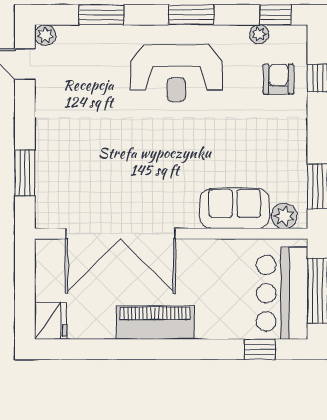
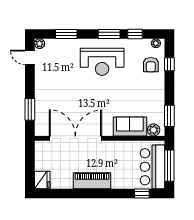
window: (275, 15) -> (135, 34), moved
plant: (259, 34) -> (156, 43), moved
armchair: (278, 79) -> (151, 65), turned 180
double door: (120, 234) -> (75, 138), swing flipped

